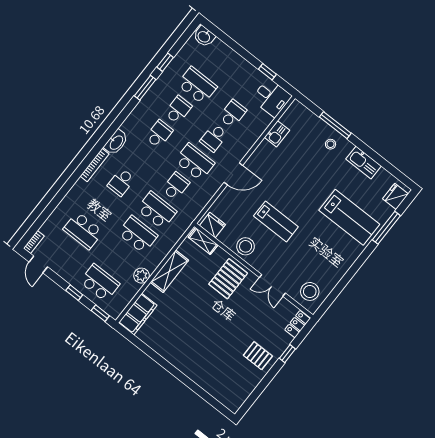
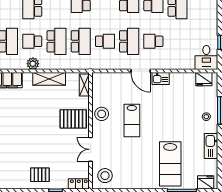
school desk: (233, 114) -> (32, 41), moved, turned 180
kitchen sink: (277, 134) -> (161, 78), moved
fridge: (212, 225) -> (204, 79), moved, turned 90
pallet: (258, 356) -> (40, 175), turned 90

